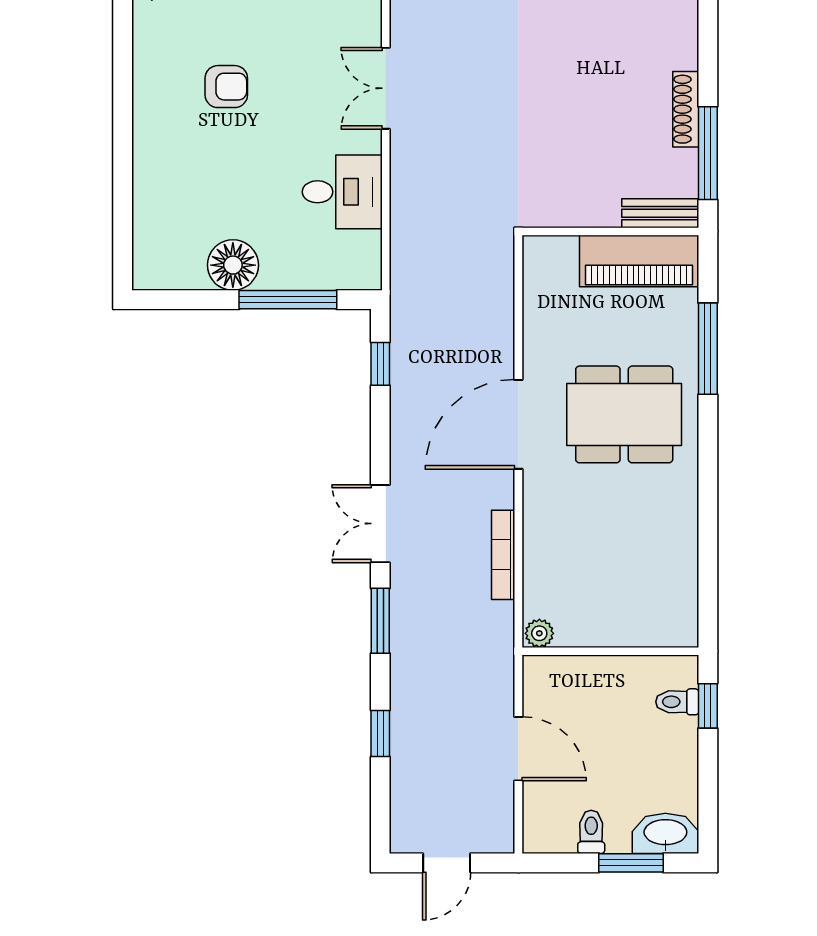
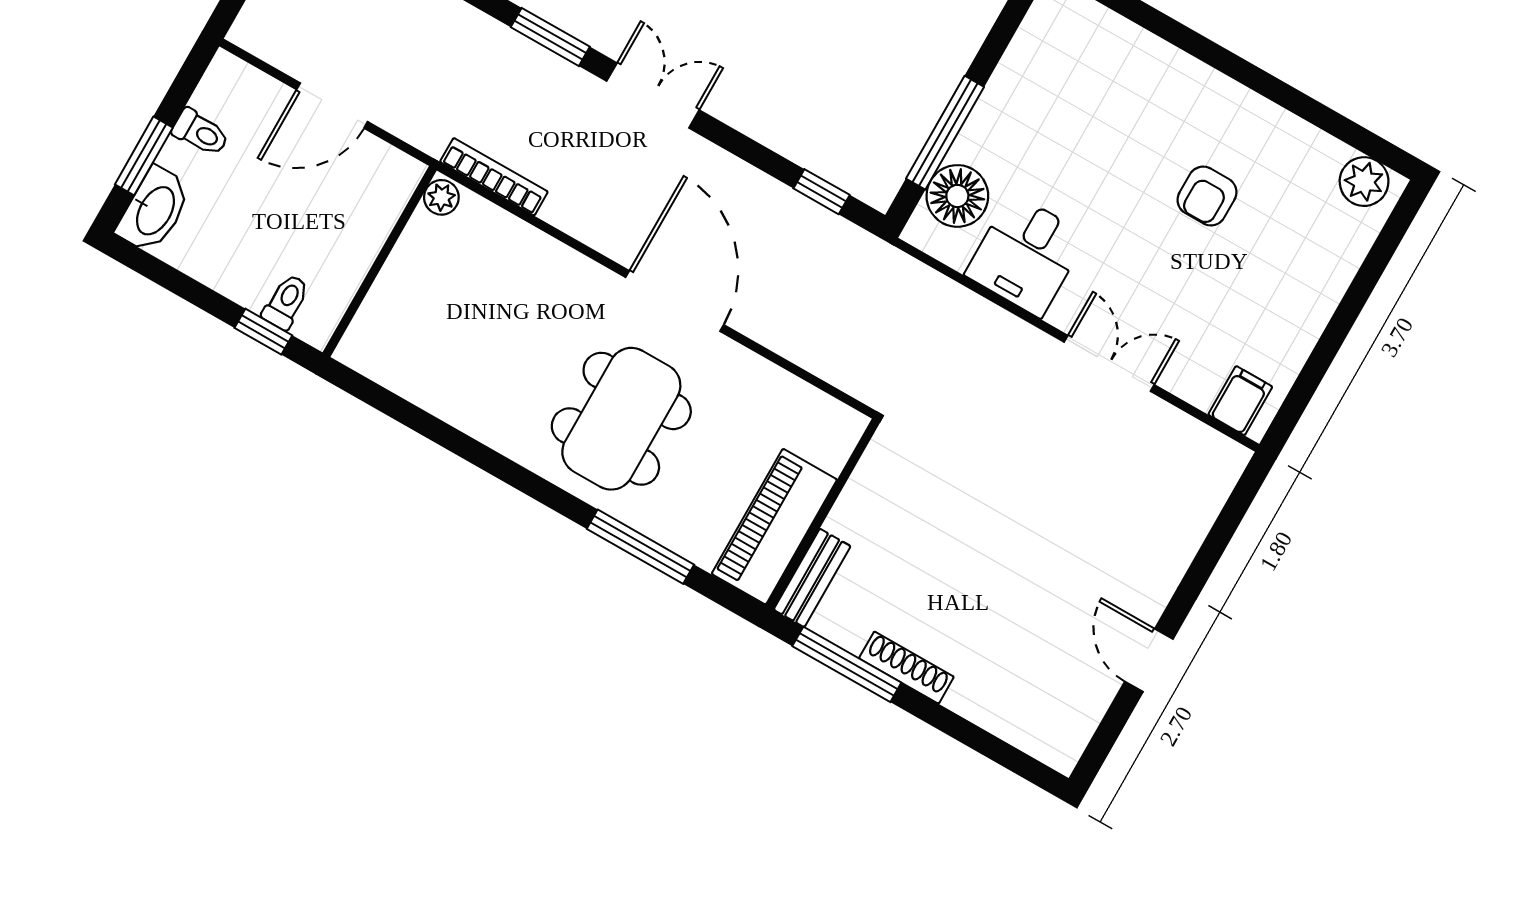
floor lamp: (233, 265) -> (957, 196), moved
bookcase: (503, 555) -> (494, 177), moved

